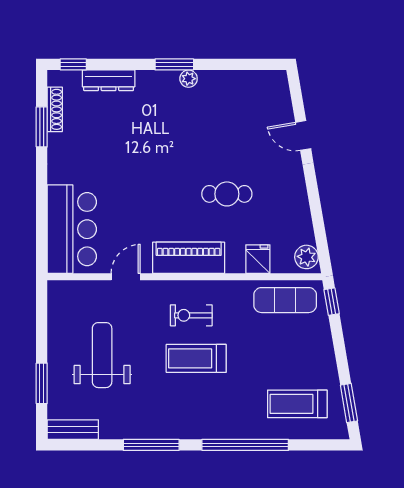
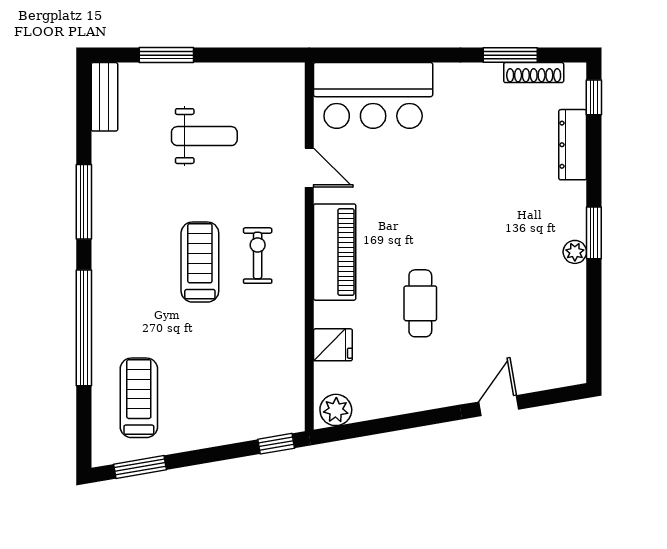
exercise mat: (285, 300) -> (278, 381), removed
weight bench: (102, 355) -> (204, 136), width x0.73, depth x0.75

